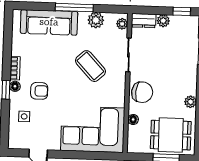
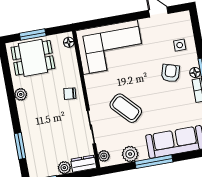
armchair: (39, 91) -> (170, 73), turned 107
chair: (142, 92) -> (70, 94), width x0.54, depth x0.54
floor lamp: (133, 119) -> (69, 42), moved

